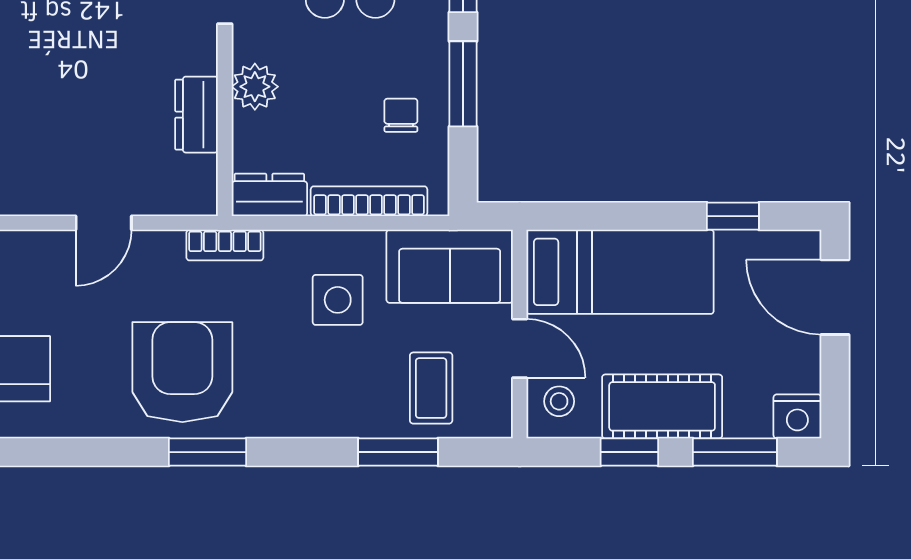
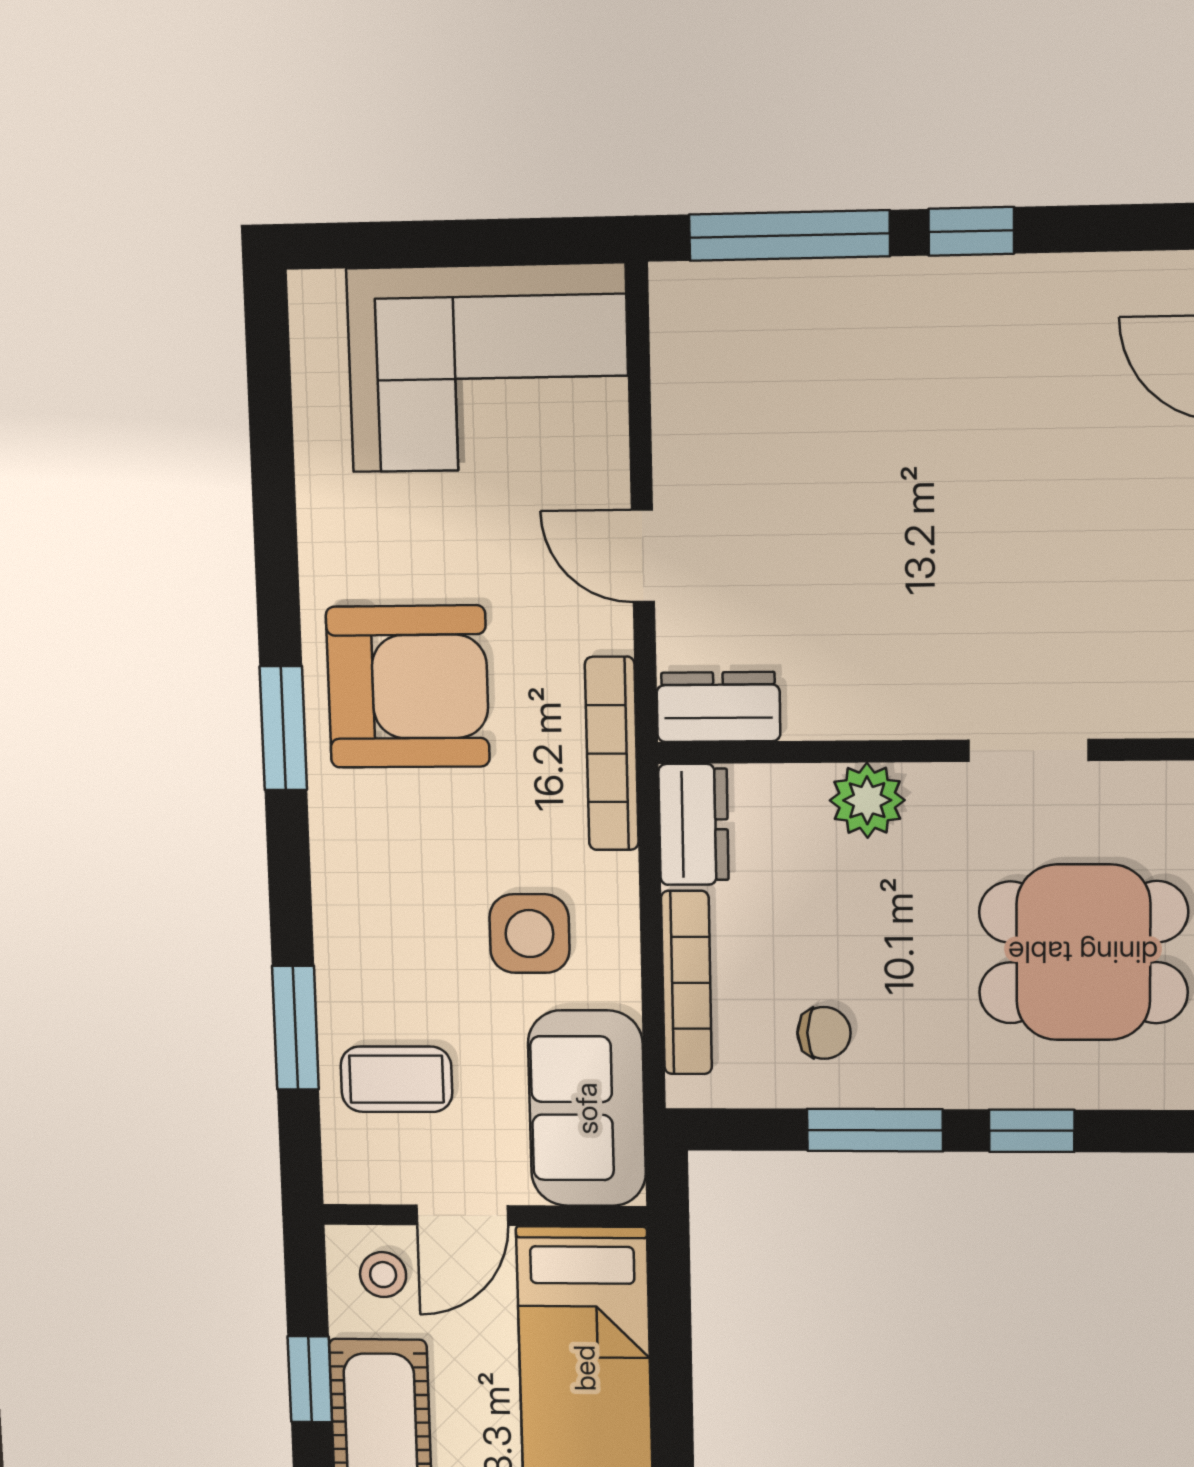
dresser: (197, 115) -> (718, 707), moved
bookcase: (225, 245) -> (612, 754), width x1.56

